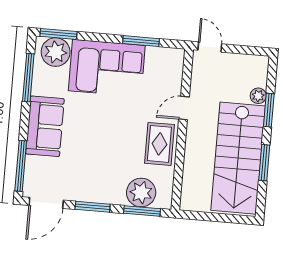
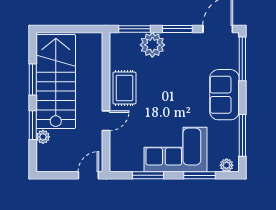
window: (58, 34) -> (199, 175), moved
door: (210, 47) -> (88, 175), swing flipped
plant: (56, 52) -> (227, 165), width x0.53, depth x0.53
plant: (141, 193) -> (152, 45), moved

